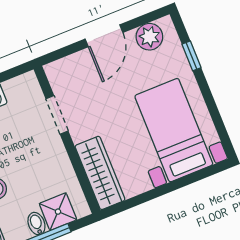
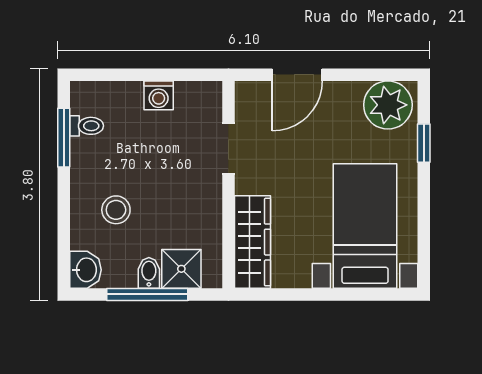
door: (104, 36) -> (297, 75), moved
plant: (149, 37) -> (388, 105), width x1.36, depth x1.36

